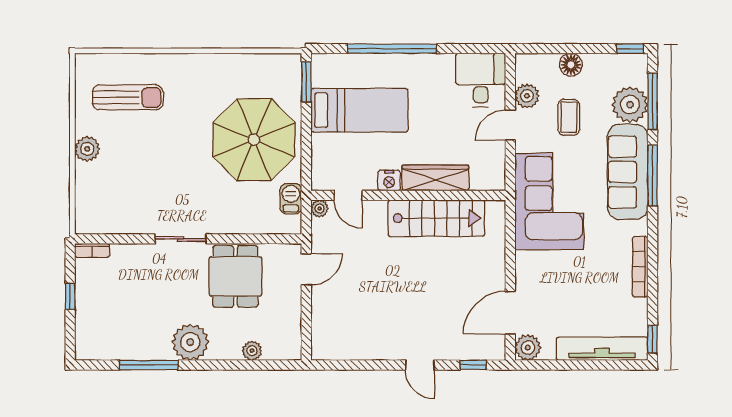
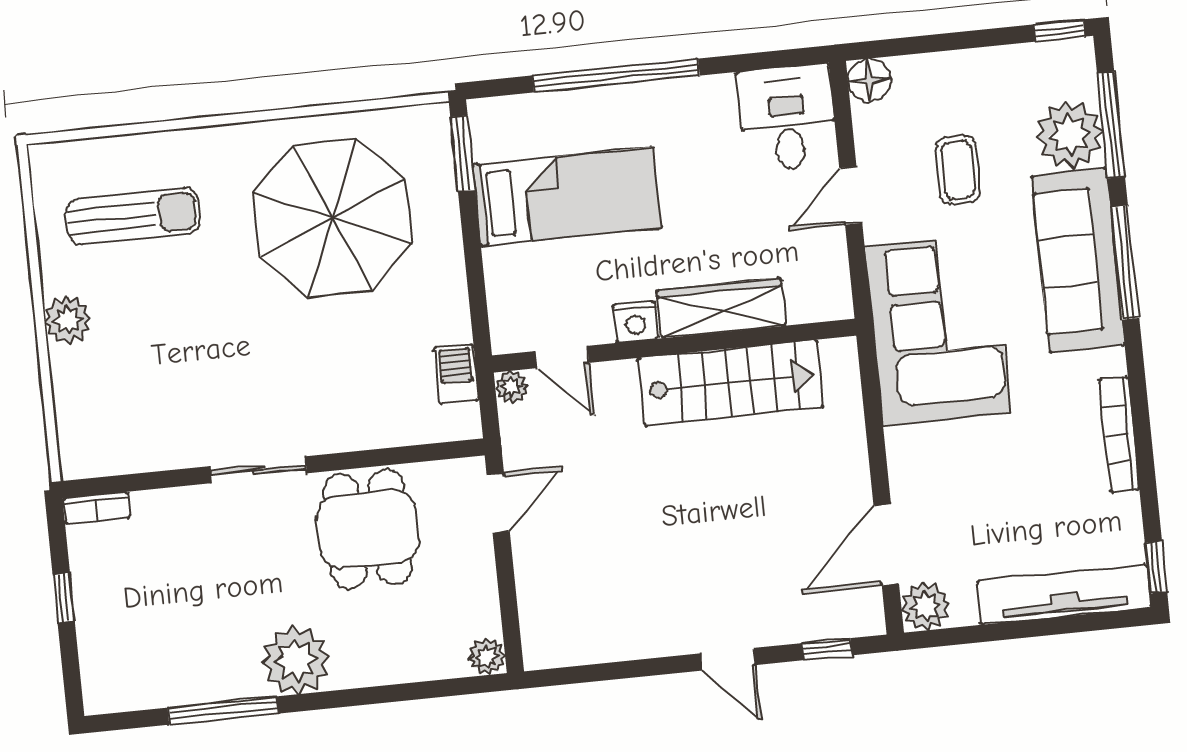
floor lamp: (571, 65) -> (869, 80), moved
plant: (527, 96) -> (876, 138), removed
parasol: (254, 140) -> (333, 218), moved
plant: (252, 351) -> (487, 657), moved

